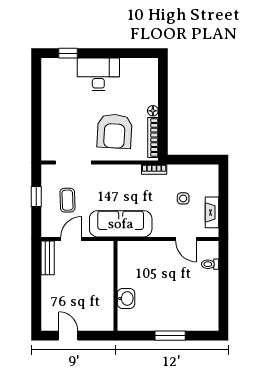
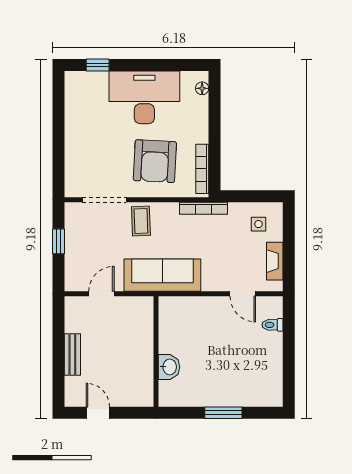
desk: (98, 74) -> (144, 97), width x1.36, depth x1.30
floor lamp: (153, 111) -> (202, 88), moved
bookcase: (154, 169) -> (204, 208), width x1.56
side table: (183, 198) -> (259, 224), moved
coffee table: (67, 200) -> (141, 221), moved
bench: (48, 258) -> (72, 355), moved

